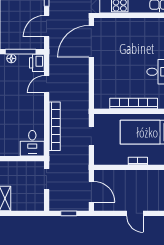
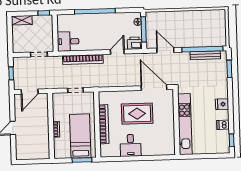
rug: (122, 63) -> (137, 114), added
door: (47, 84) -> (117, 52), hinge flipped

